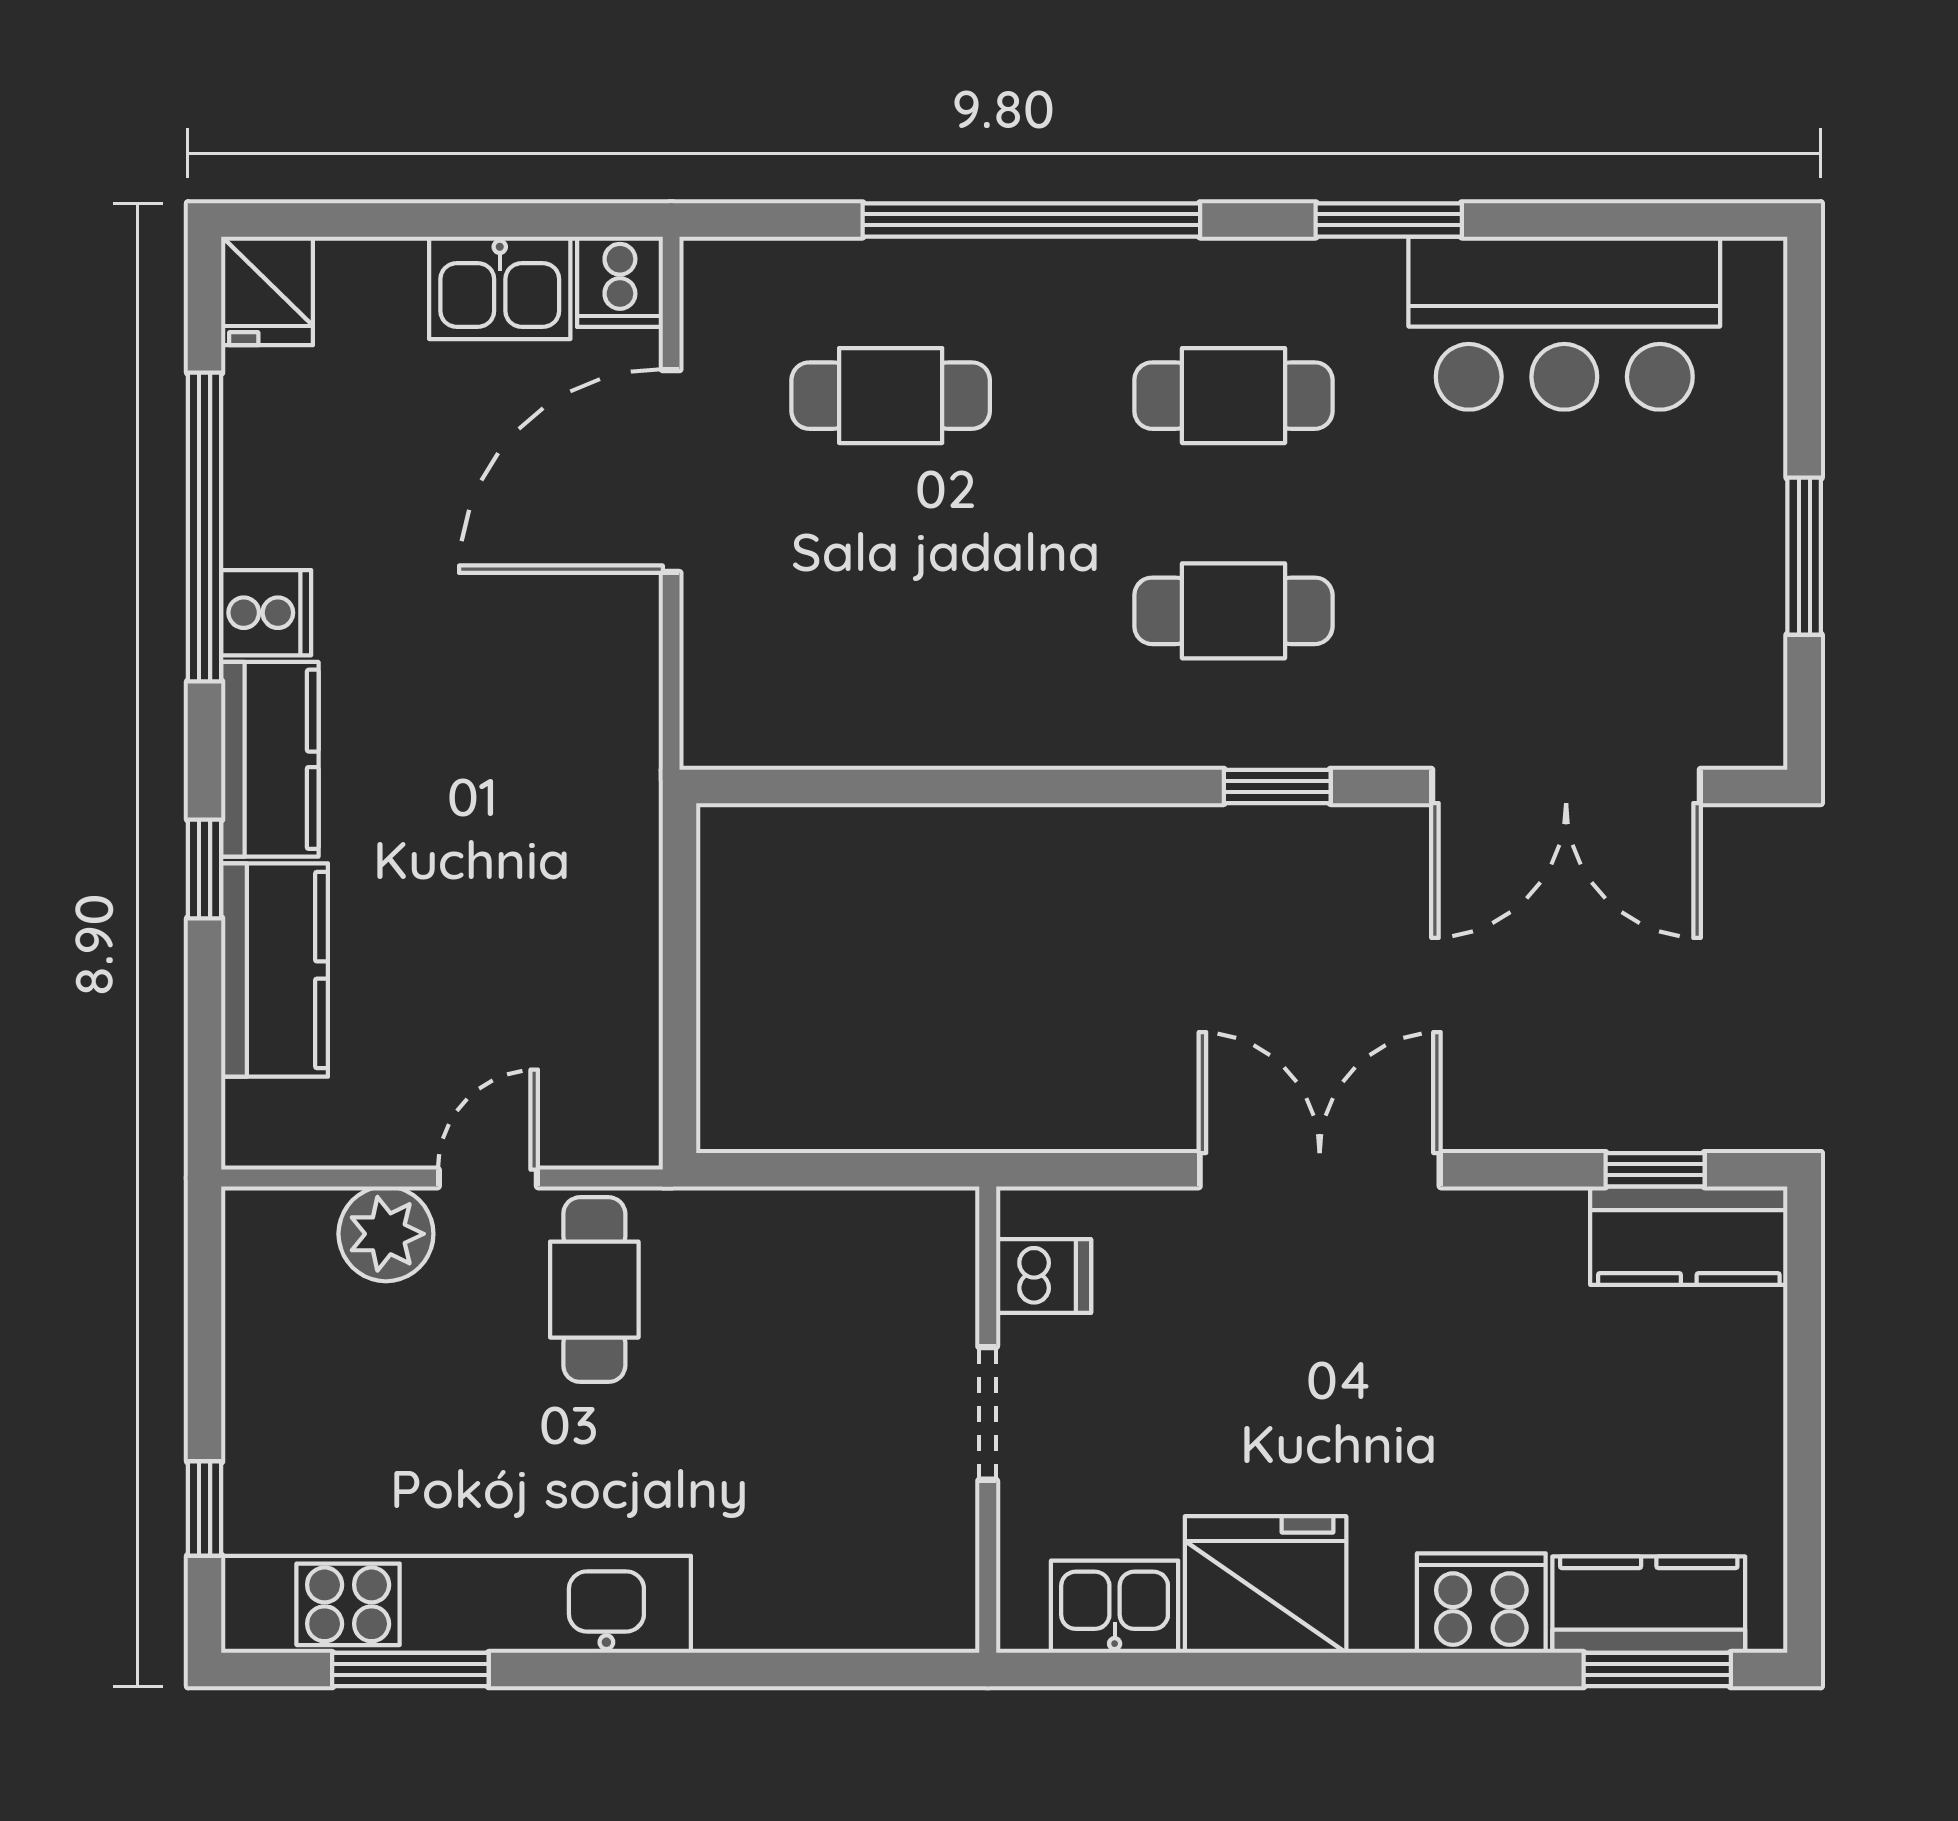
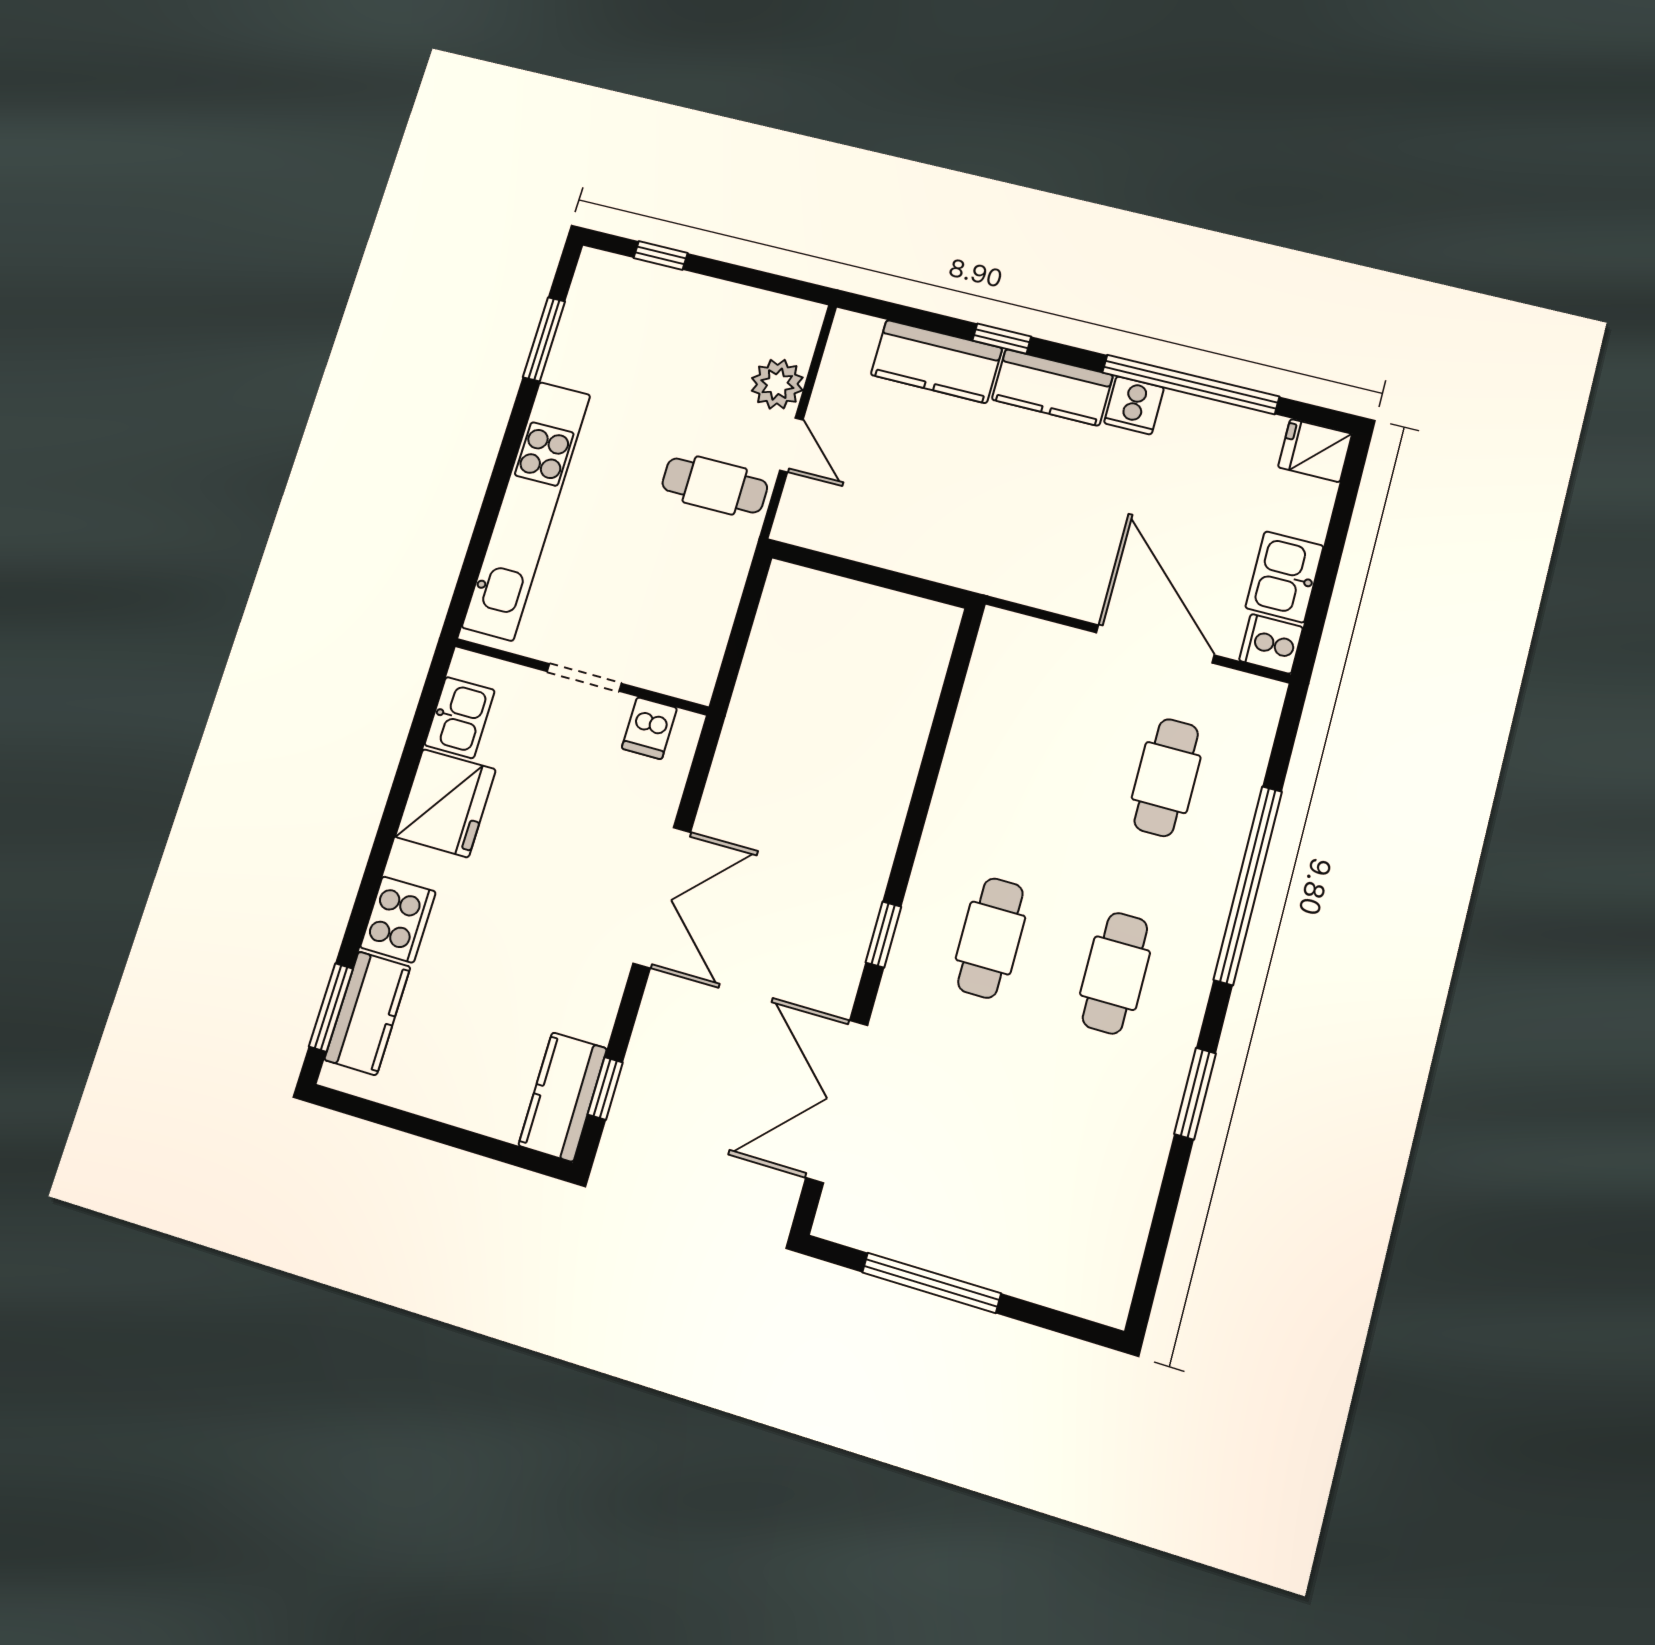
bar counter: (1564, 323) -> (1107, 1180), removed
window: (1804, 556) -> (932, 1283), width x1.44
kitchen unit: (456, 1604) -> (526, 510), moved

